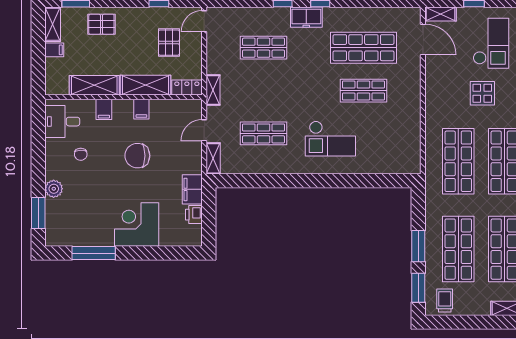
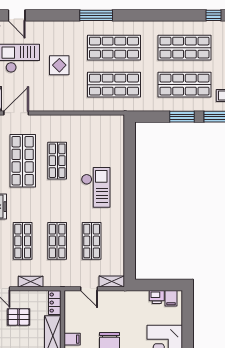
shelving: (213, 90) -> (31, 282), moved
shop shelf: (264, 91) -> (57, 241), added
filing cabinet: (192, 189) -> (171, 298), moved, width x0.50

